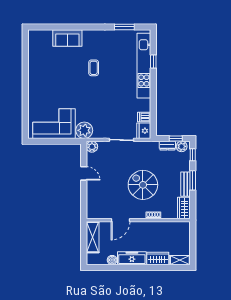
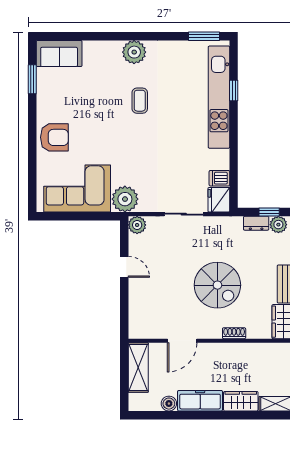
window: (124, 27) -> (204, 36), moved
plant: (90, 37) -> (134, 52), added
sofa: (67, 38) -> (59, 54), moved
window: (25, 54) -> (32, 79), added
armchair: (39, 91) -> (54, 137), added
spiral stairs: (143, 185) -> (217, 285), turned 180

